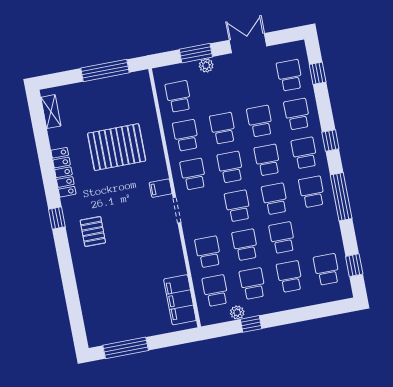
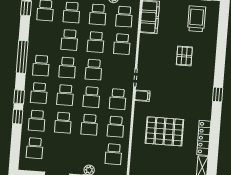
window: (318, 73) -> (18, 117), moved
locker: (63, 172) -> (204, 138), moved
pallet: (93, 232) -> (184, 56), moved
trolley: (114, 315) -> (197, 19), added

